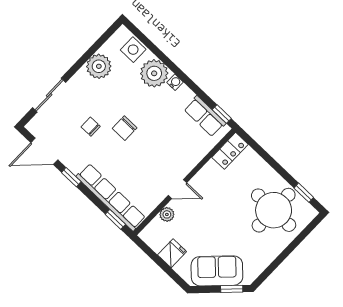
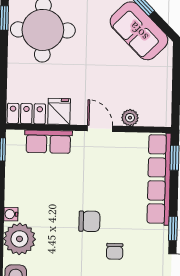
row of seats: (205, 116) -> (48, 142), moved, turned 90
fridge: (172, 253) -> (59, 111), moved, turned 90

